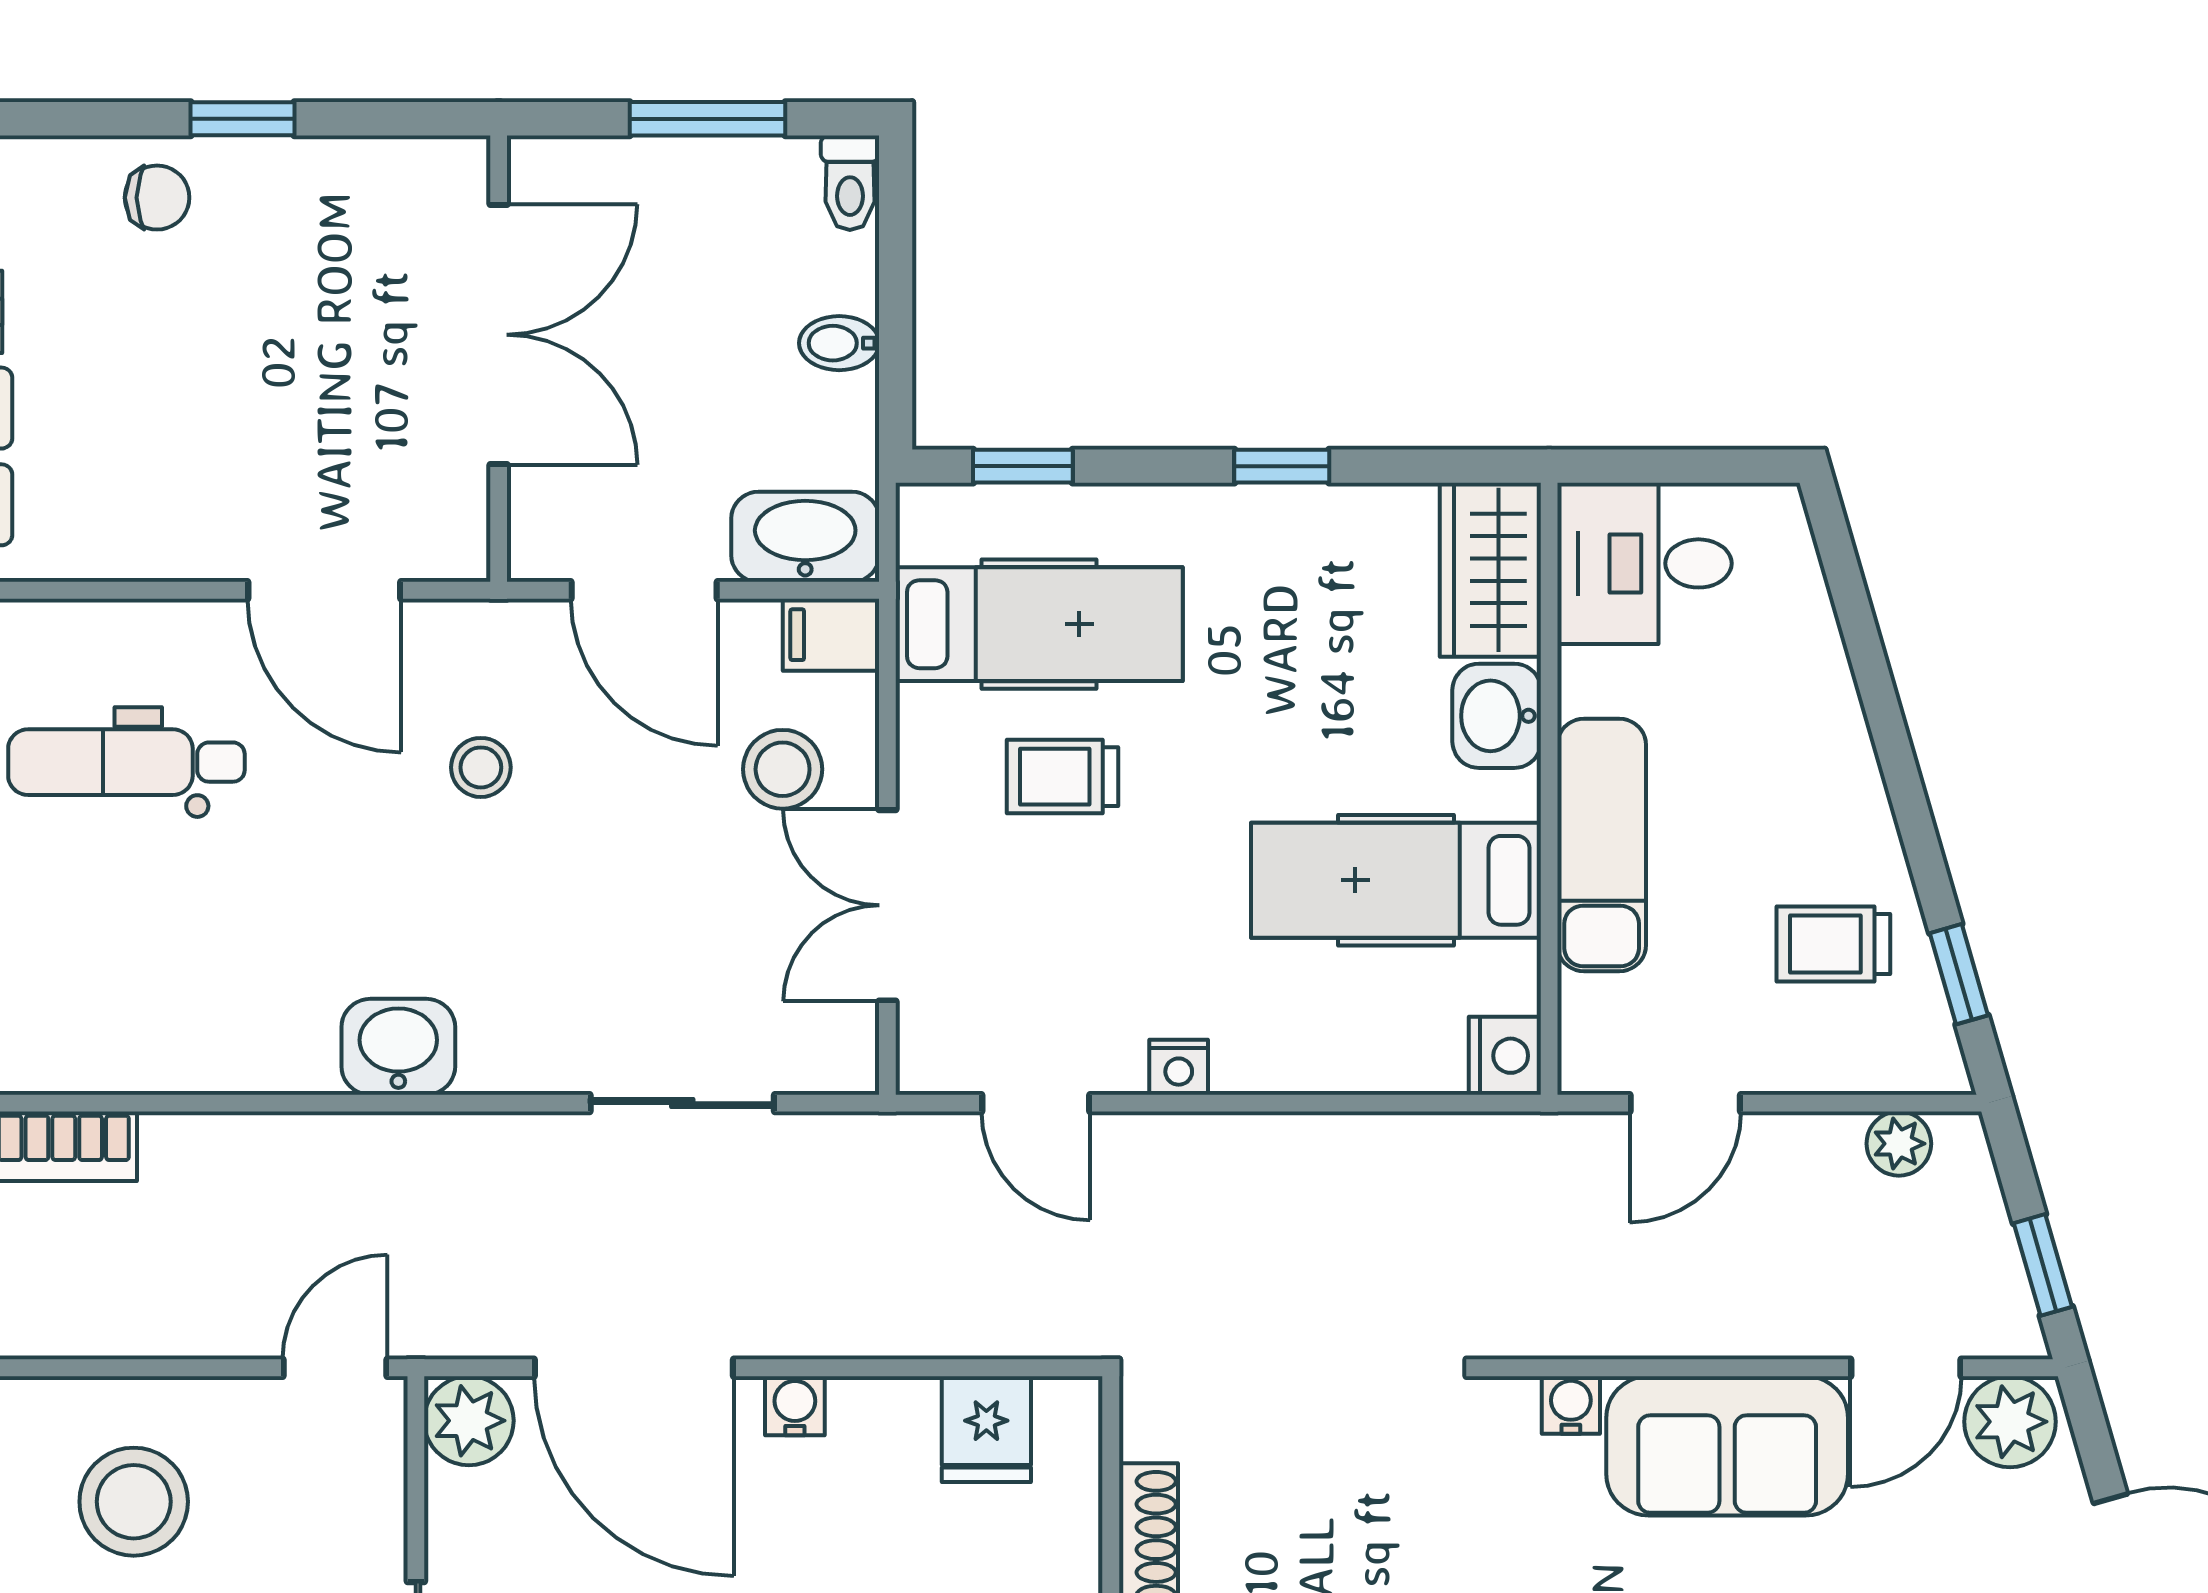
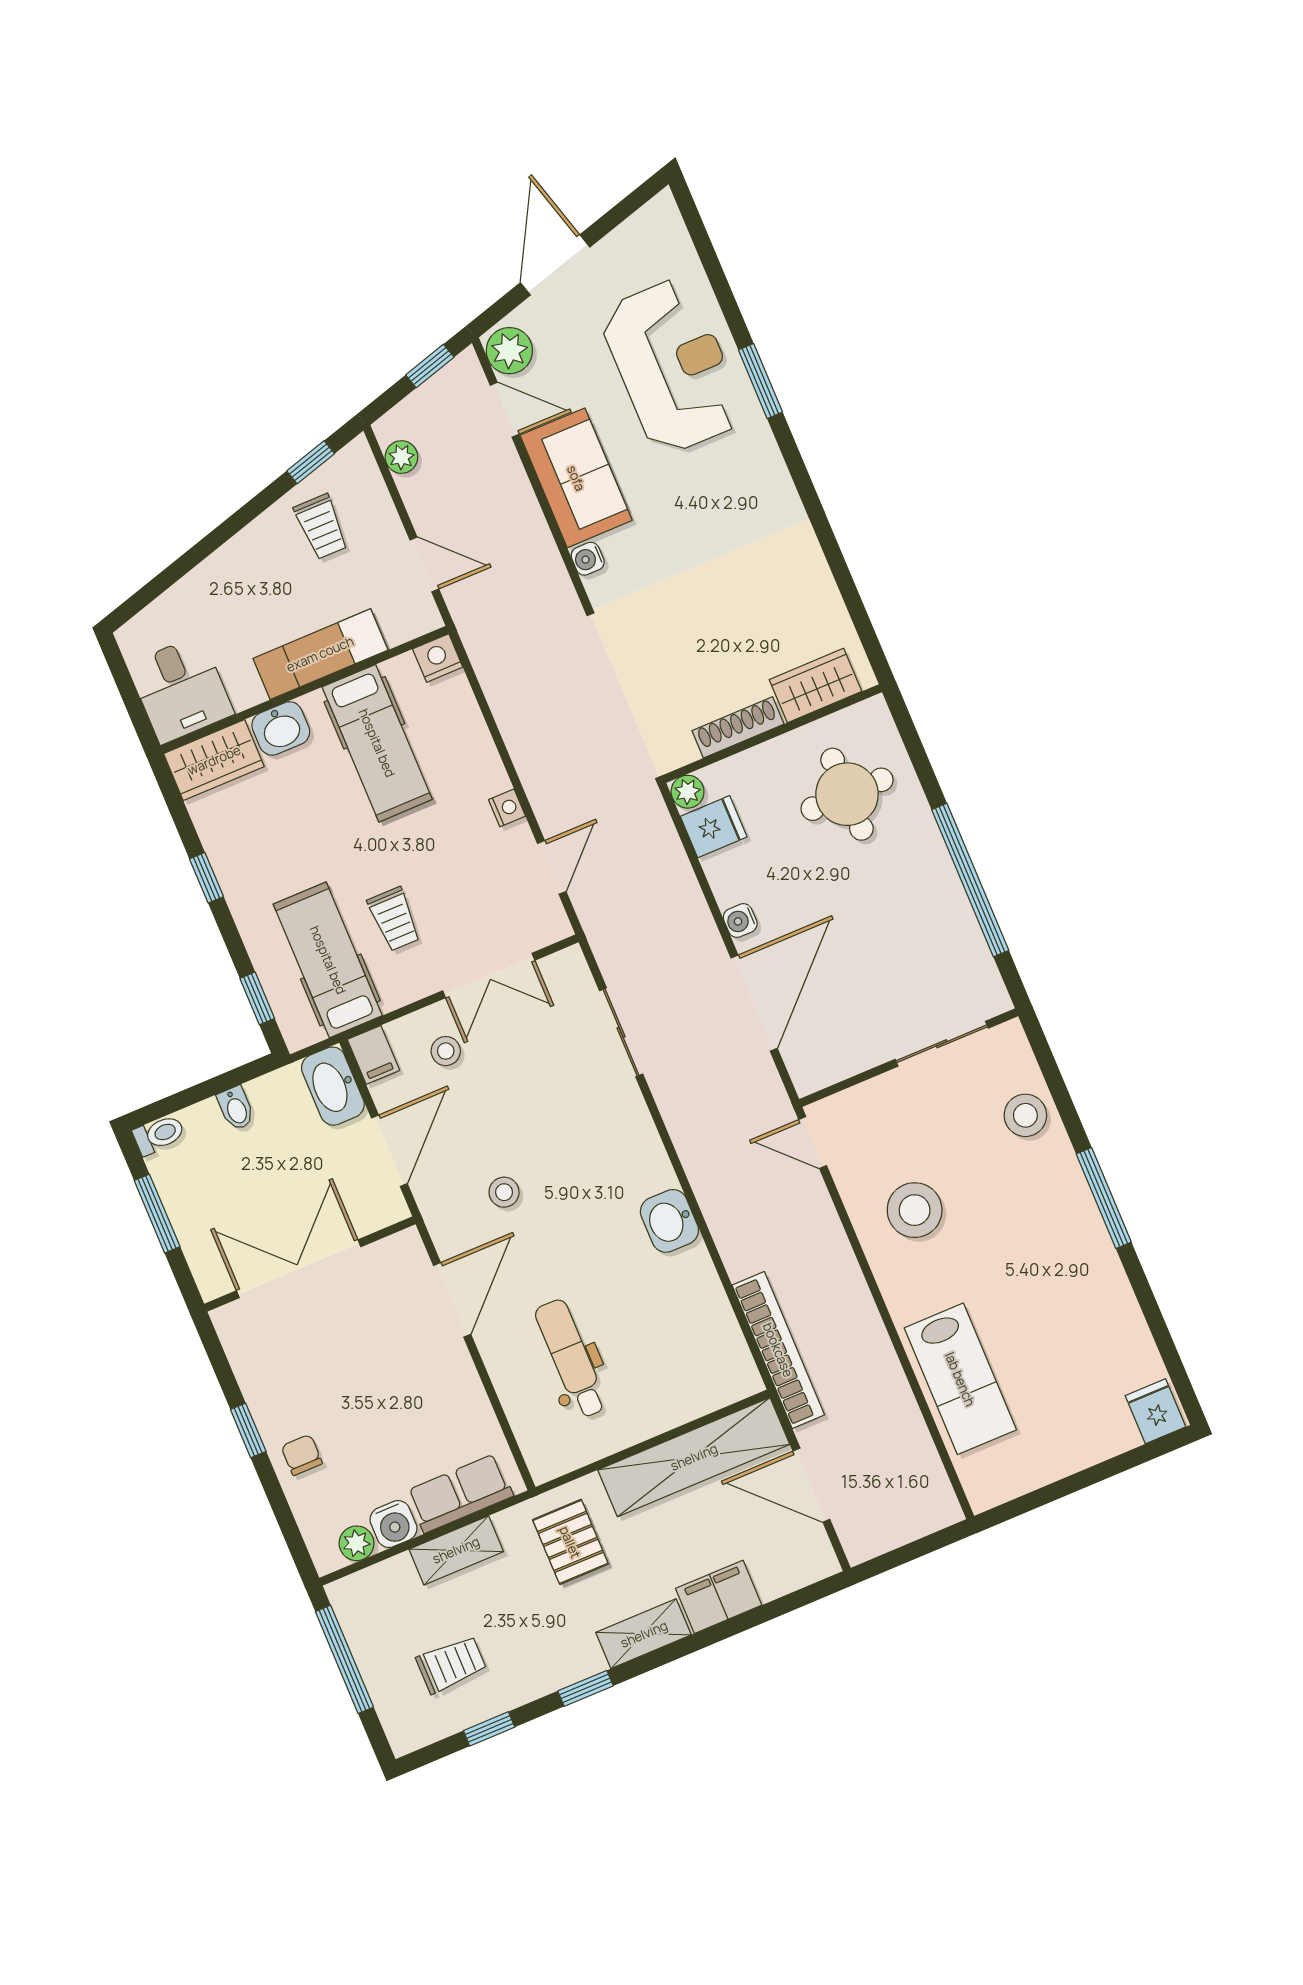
dental chair: (126, 762) -> (571, 1359), turned 180
stool: (783, 769) -> (446, 1051), width x0.73, depth x0.73
washbasin: (398, 1047) -> (669, 1221), moved
plant: (469, 1421) -> (688, 792), moved, width x0.73, depth x0.73

